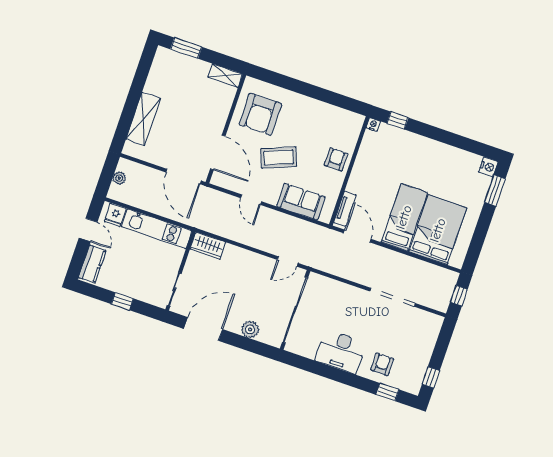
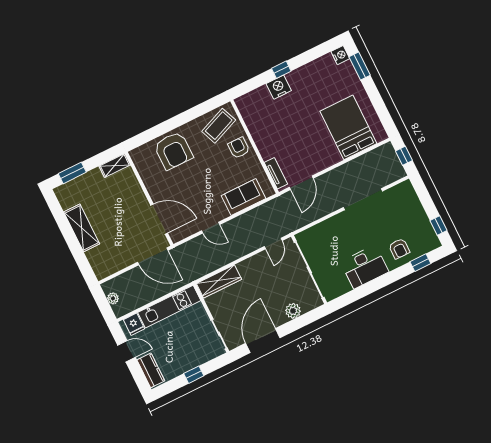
armchair: (260, 114) -> (173, 151), moved
shelving: (143, 119) -> (82, 228), moved
window: (398, 120) -> (281, 70), moved
nightstand: (373, 125) -> (279, 87), moved, width x1.89, depth x1.79
coffee table: (279, 158) -> (219, 126), moved
bed: (404, 217) -> (319, 141), removed
door: (357, 236) -> (301, 183), swing flipped
wardrobe: (208, 246) -> (219, 281), width x1.50
armchair: (382, 364) -> (399, 249), turned 180

